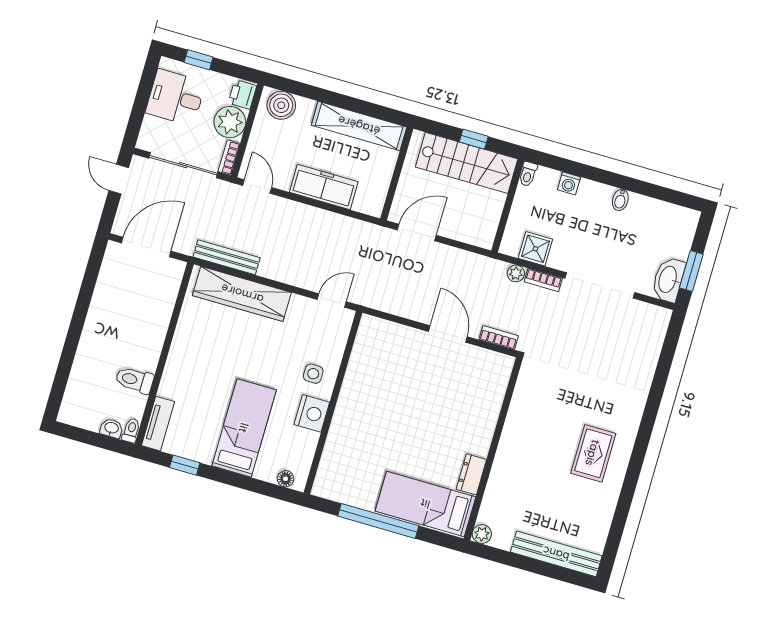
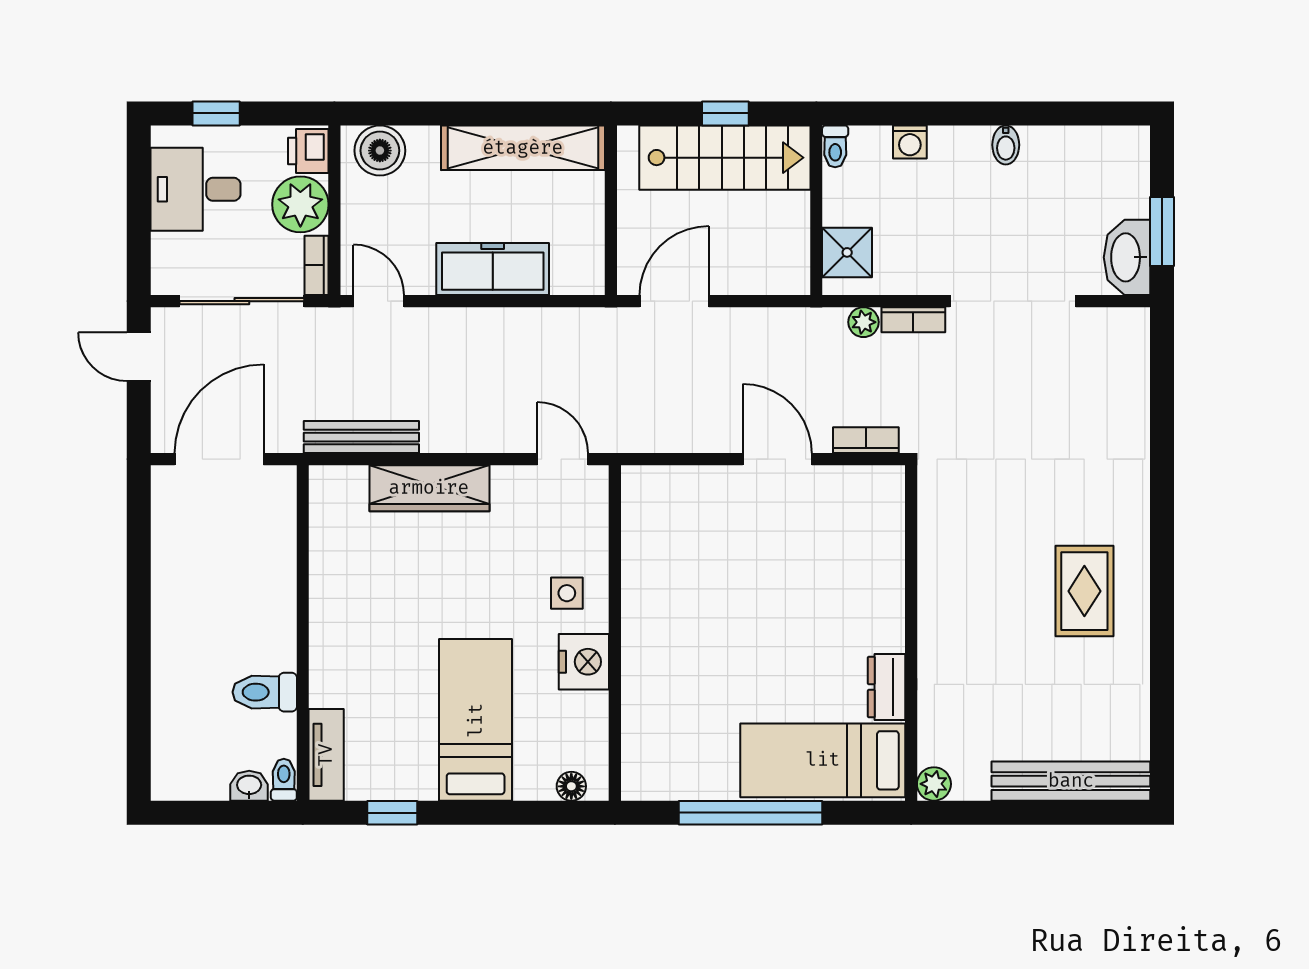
shower: (535, 249) -> (847, 252), moved
wardrobe: (242, 294) -> (429, 488), width x0.71, depth x0.85
door: (332, 301) -> (563, 459), hinge flipped

